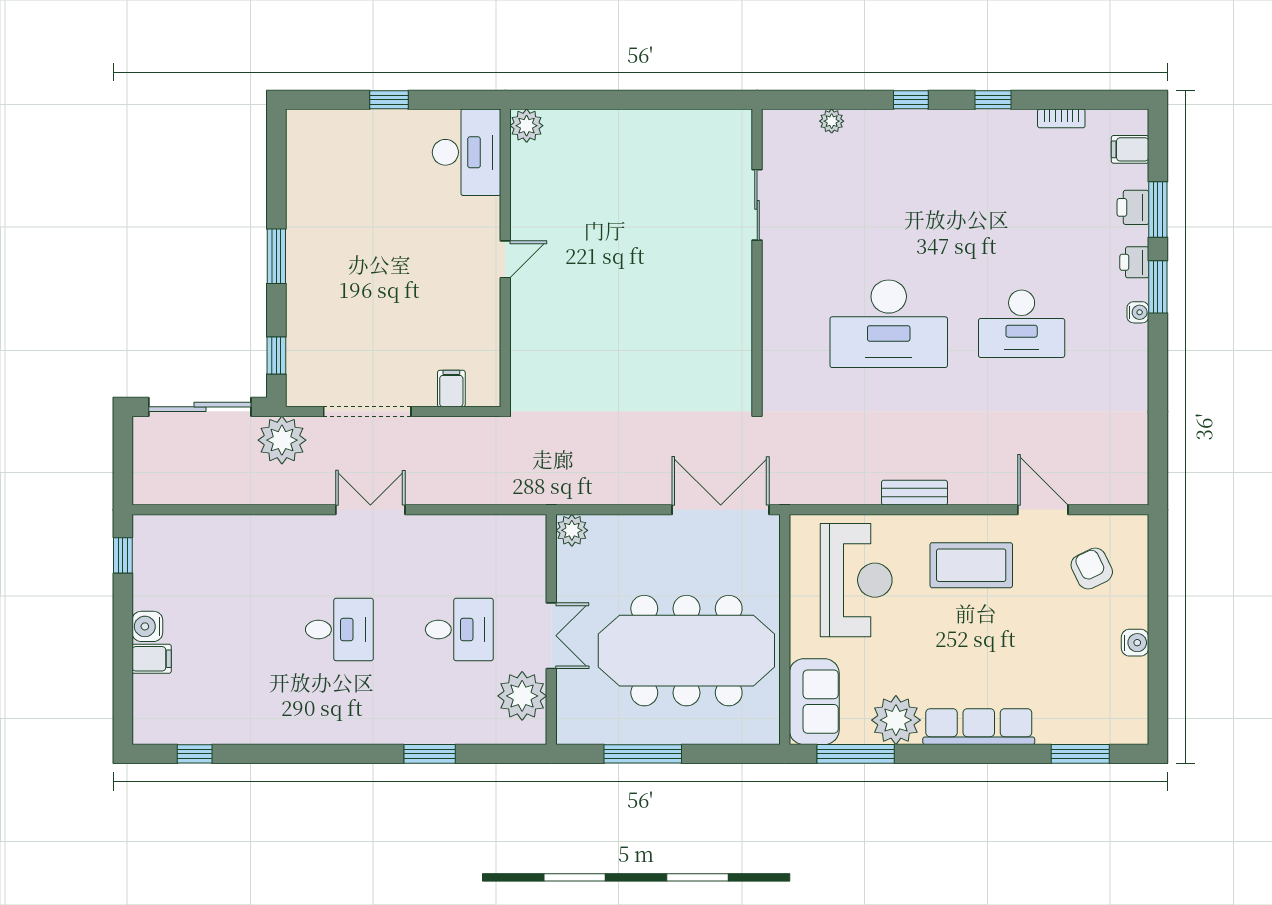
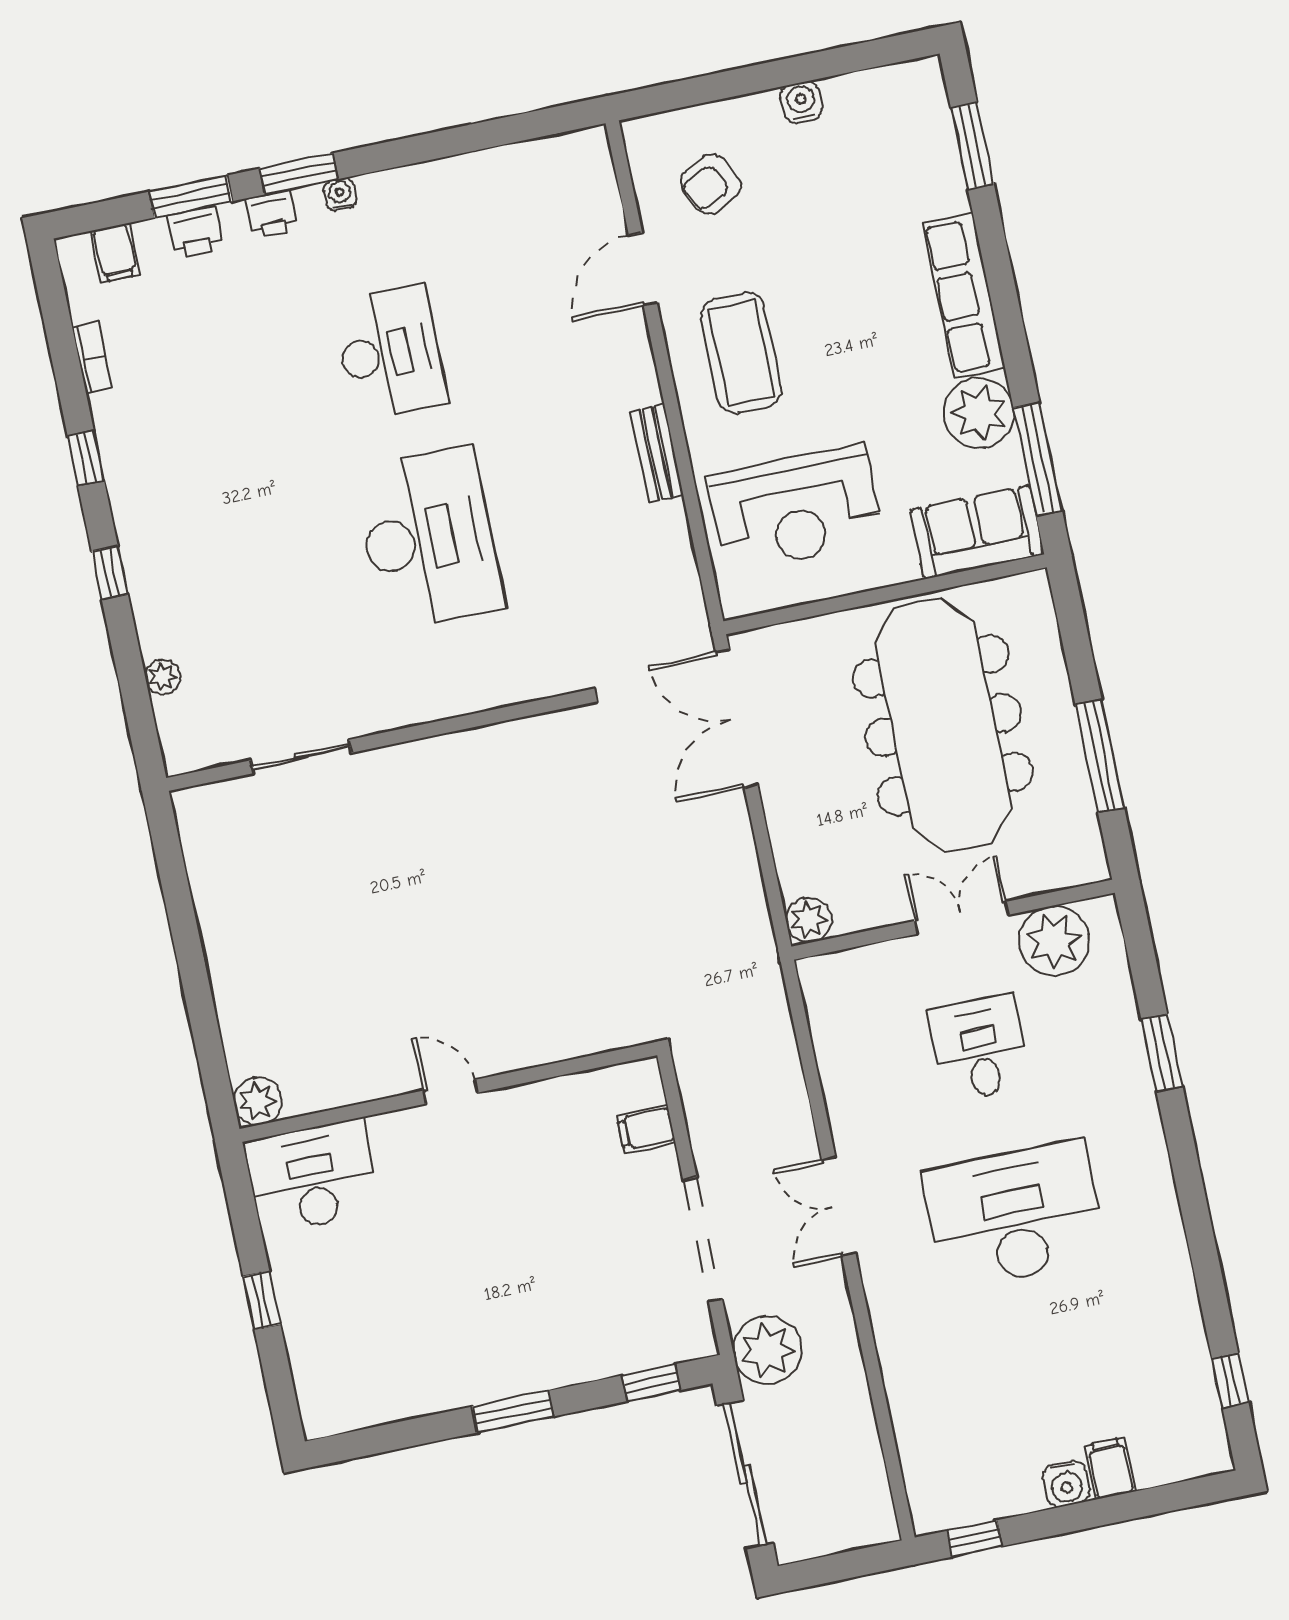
reception desk: (856, 580) -> (795, 509), turned 180
desk: (339, 630) -> (1015, 1215), width x1.87, depth x1.30

